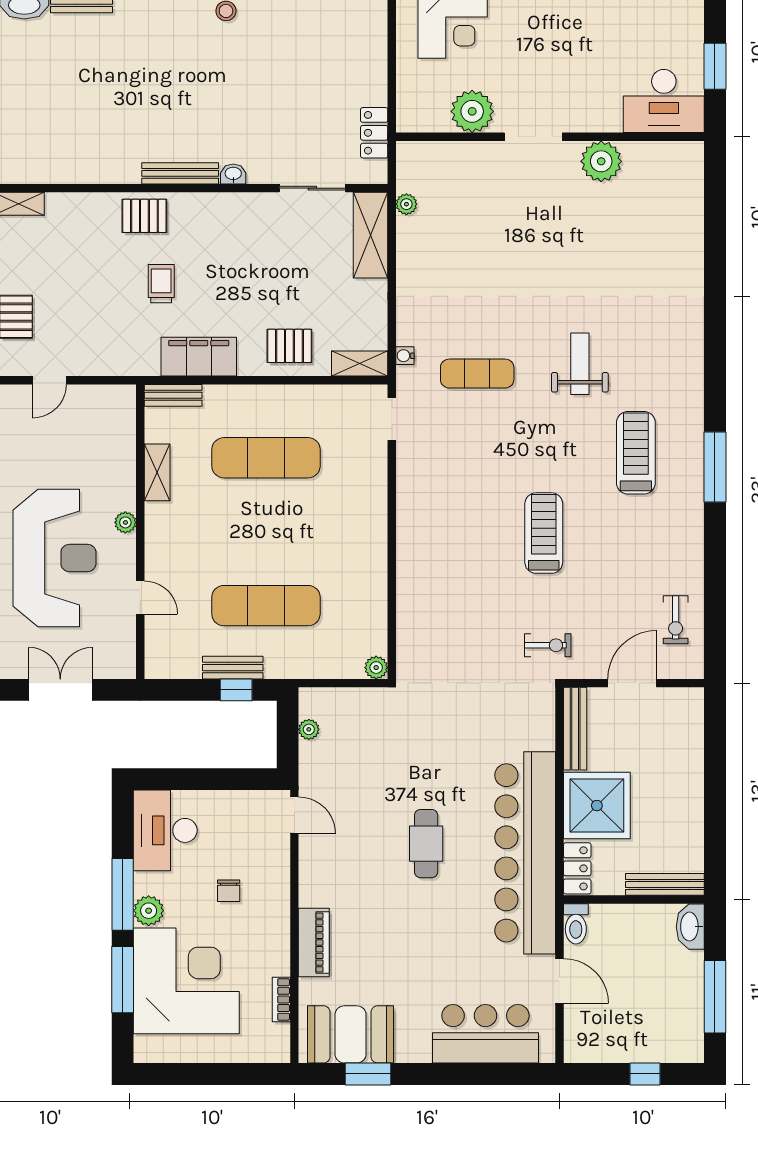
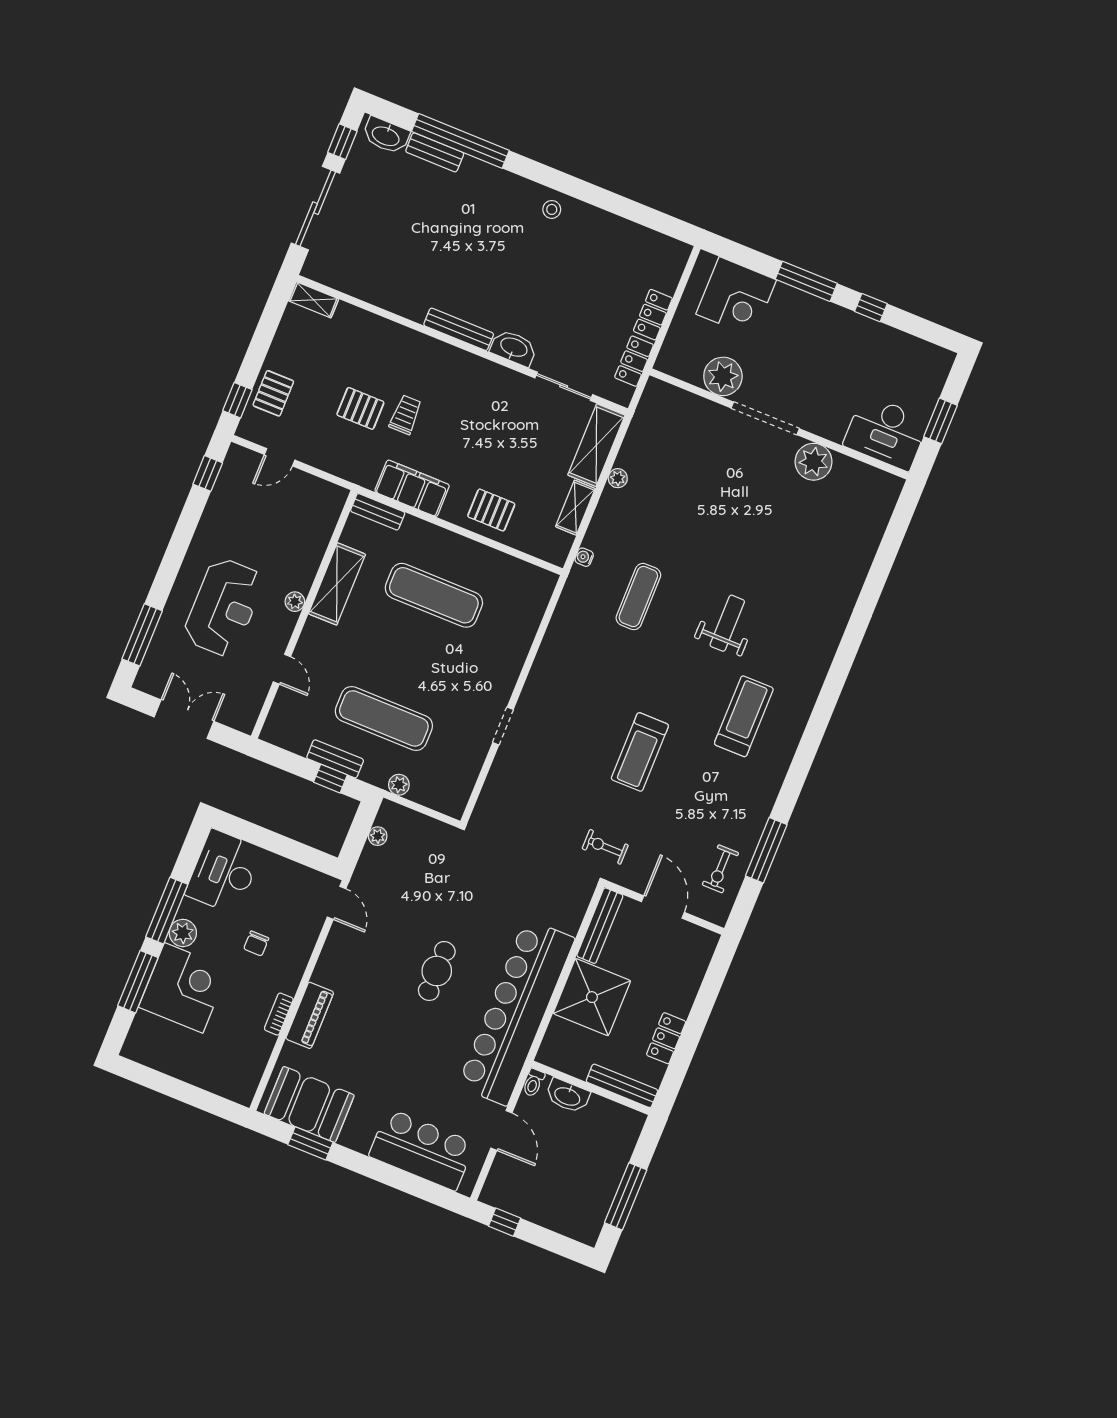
locker: (374, 77) -> (653, 315), added
doorway: (533, 137) -> (765, 418), width x1.36
washbasin: (233, 174) -> (514, 348), width x1.91, depth x1.45
plant: (406, 204) -> (618, 478), moved
pallet: (144, 216) -> (360, 408), moved
shelving: (360, 364) -> (575, 508), moved, turned 90
exercise mat: (477, 374) -> (638, 597), turned 90
doorway: (392, 419) -> (503, 726), moved
window: (715, 467) -> (766, 850), moved
shelving: (157, 472) -> (337, 584), width x1.50, depth x1.33
treadmill: (544, 533) -> (640, 752), turned 180
reception desk: (54, 558) -> (224, 607), width x0.74, depth x0.77
exercise bike: (548, 645) -> (605, 847), turned 180
plant: (376, 668) -> (399, 785), moved
door: (632, 683) -> (663, 907), hinge flipped
locker: (577, 868) -> (666, 1038), moved, turned 180
toilet: (576, 924) -> (534, 1083), width x0.73, depth x0.72
washbasin: (690, 927) -> (568, 1096), moved, turned -90
corner desk: (186, 981) -> (184, 988), width x0.74, depth x0.74
bookcase: (281, 999) -> (279, 1014), moved
window: (645, 1074) -> (505, 1222), moved

